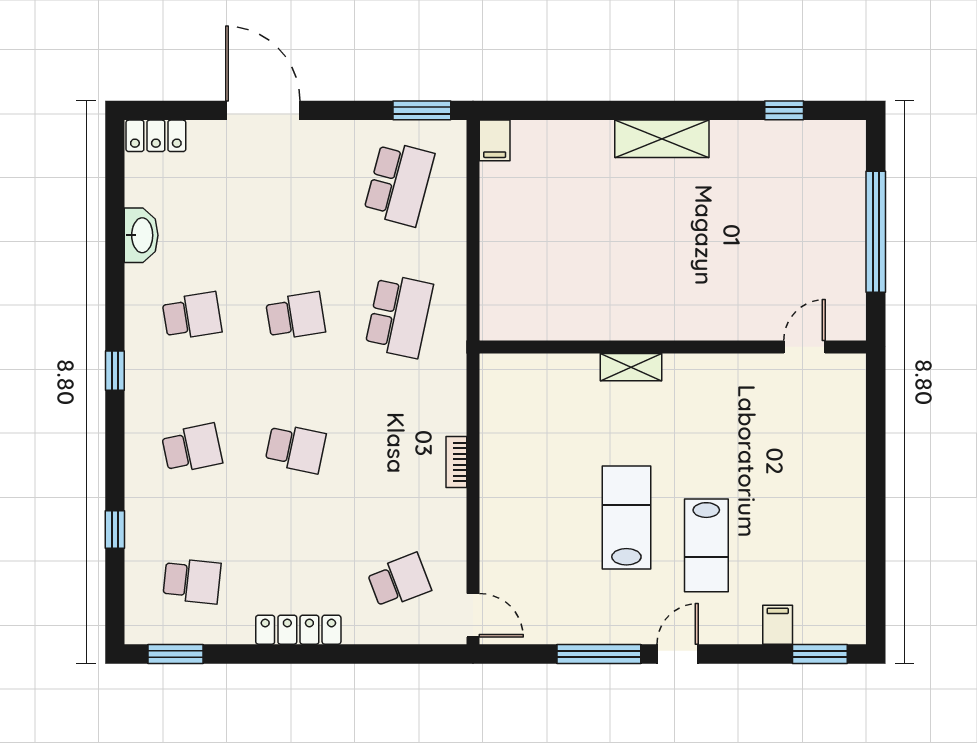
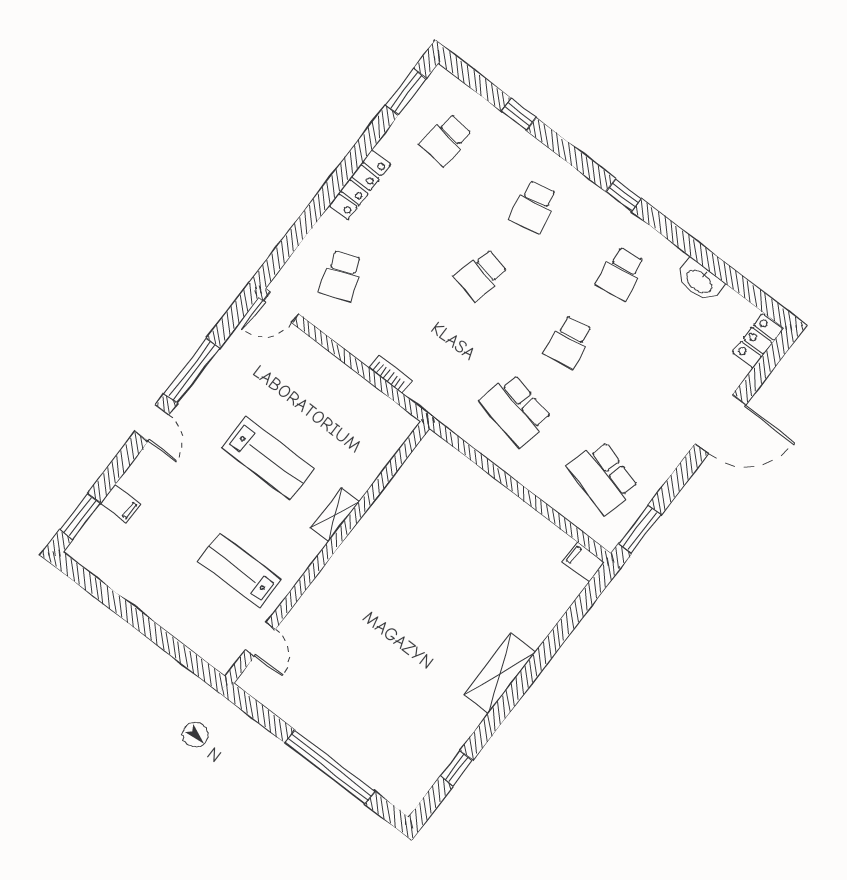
wall: (673, 347) -> (327, 552), moved
door: (804, 347) -> (261, 639), moved
shelving: (631, 367) -> (335, 515), moved
lab bench: (706, 545) -> (240, 570), moved

